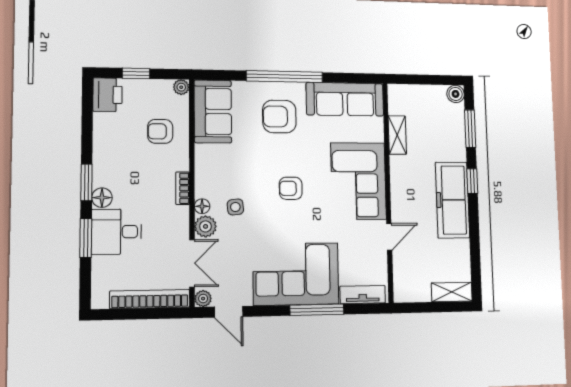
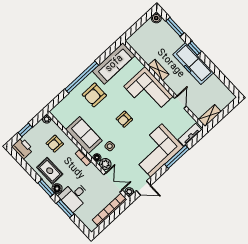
sofa: (213, 111) -> (84, 135), moved
shelving: (397, 135) -> (159, 70), moved
rug: (116, 163) -> (50, 171), added
shelving: (452, 292) -> (210, 116), moved

